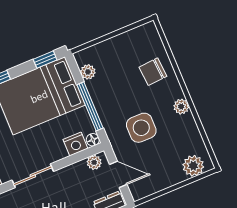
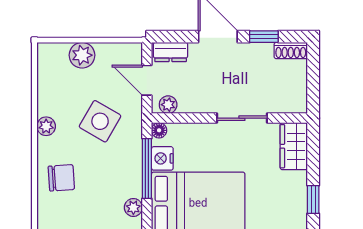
side table: (141, 128) -> (100, 121), turned 30
nightstand: (75, 144) -> (162, 158), moved, turned -90
plant: (193, 166) -> (82, 55), moved

